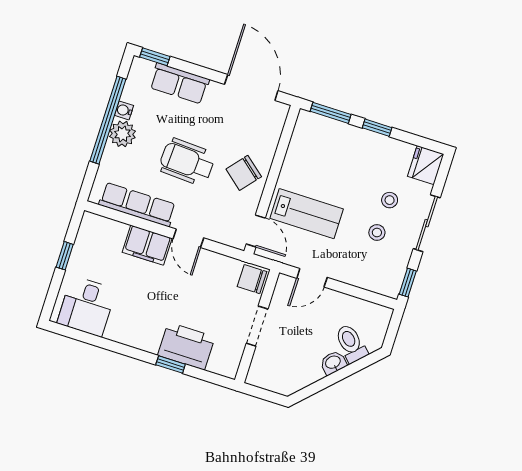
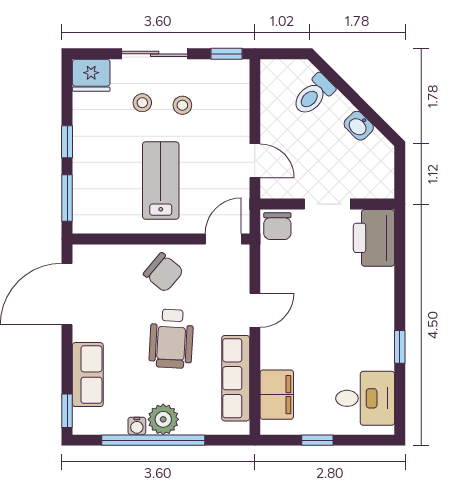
lab bench: (307, 214) -> (161, 181), moved
filing cabinet: (147, 245) -> (277, 395), moved
printer: (186, 346) -> (374, 238), moved
washbasin: (333, 363) -> (359, 126), moved
window: (171, 364) -> (400, 347), moved

